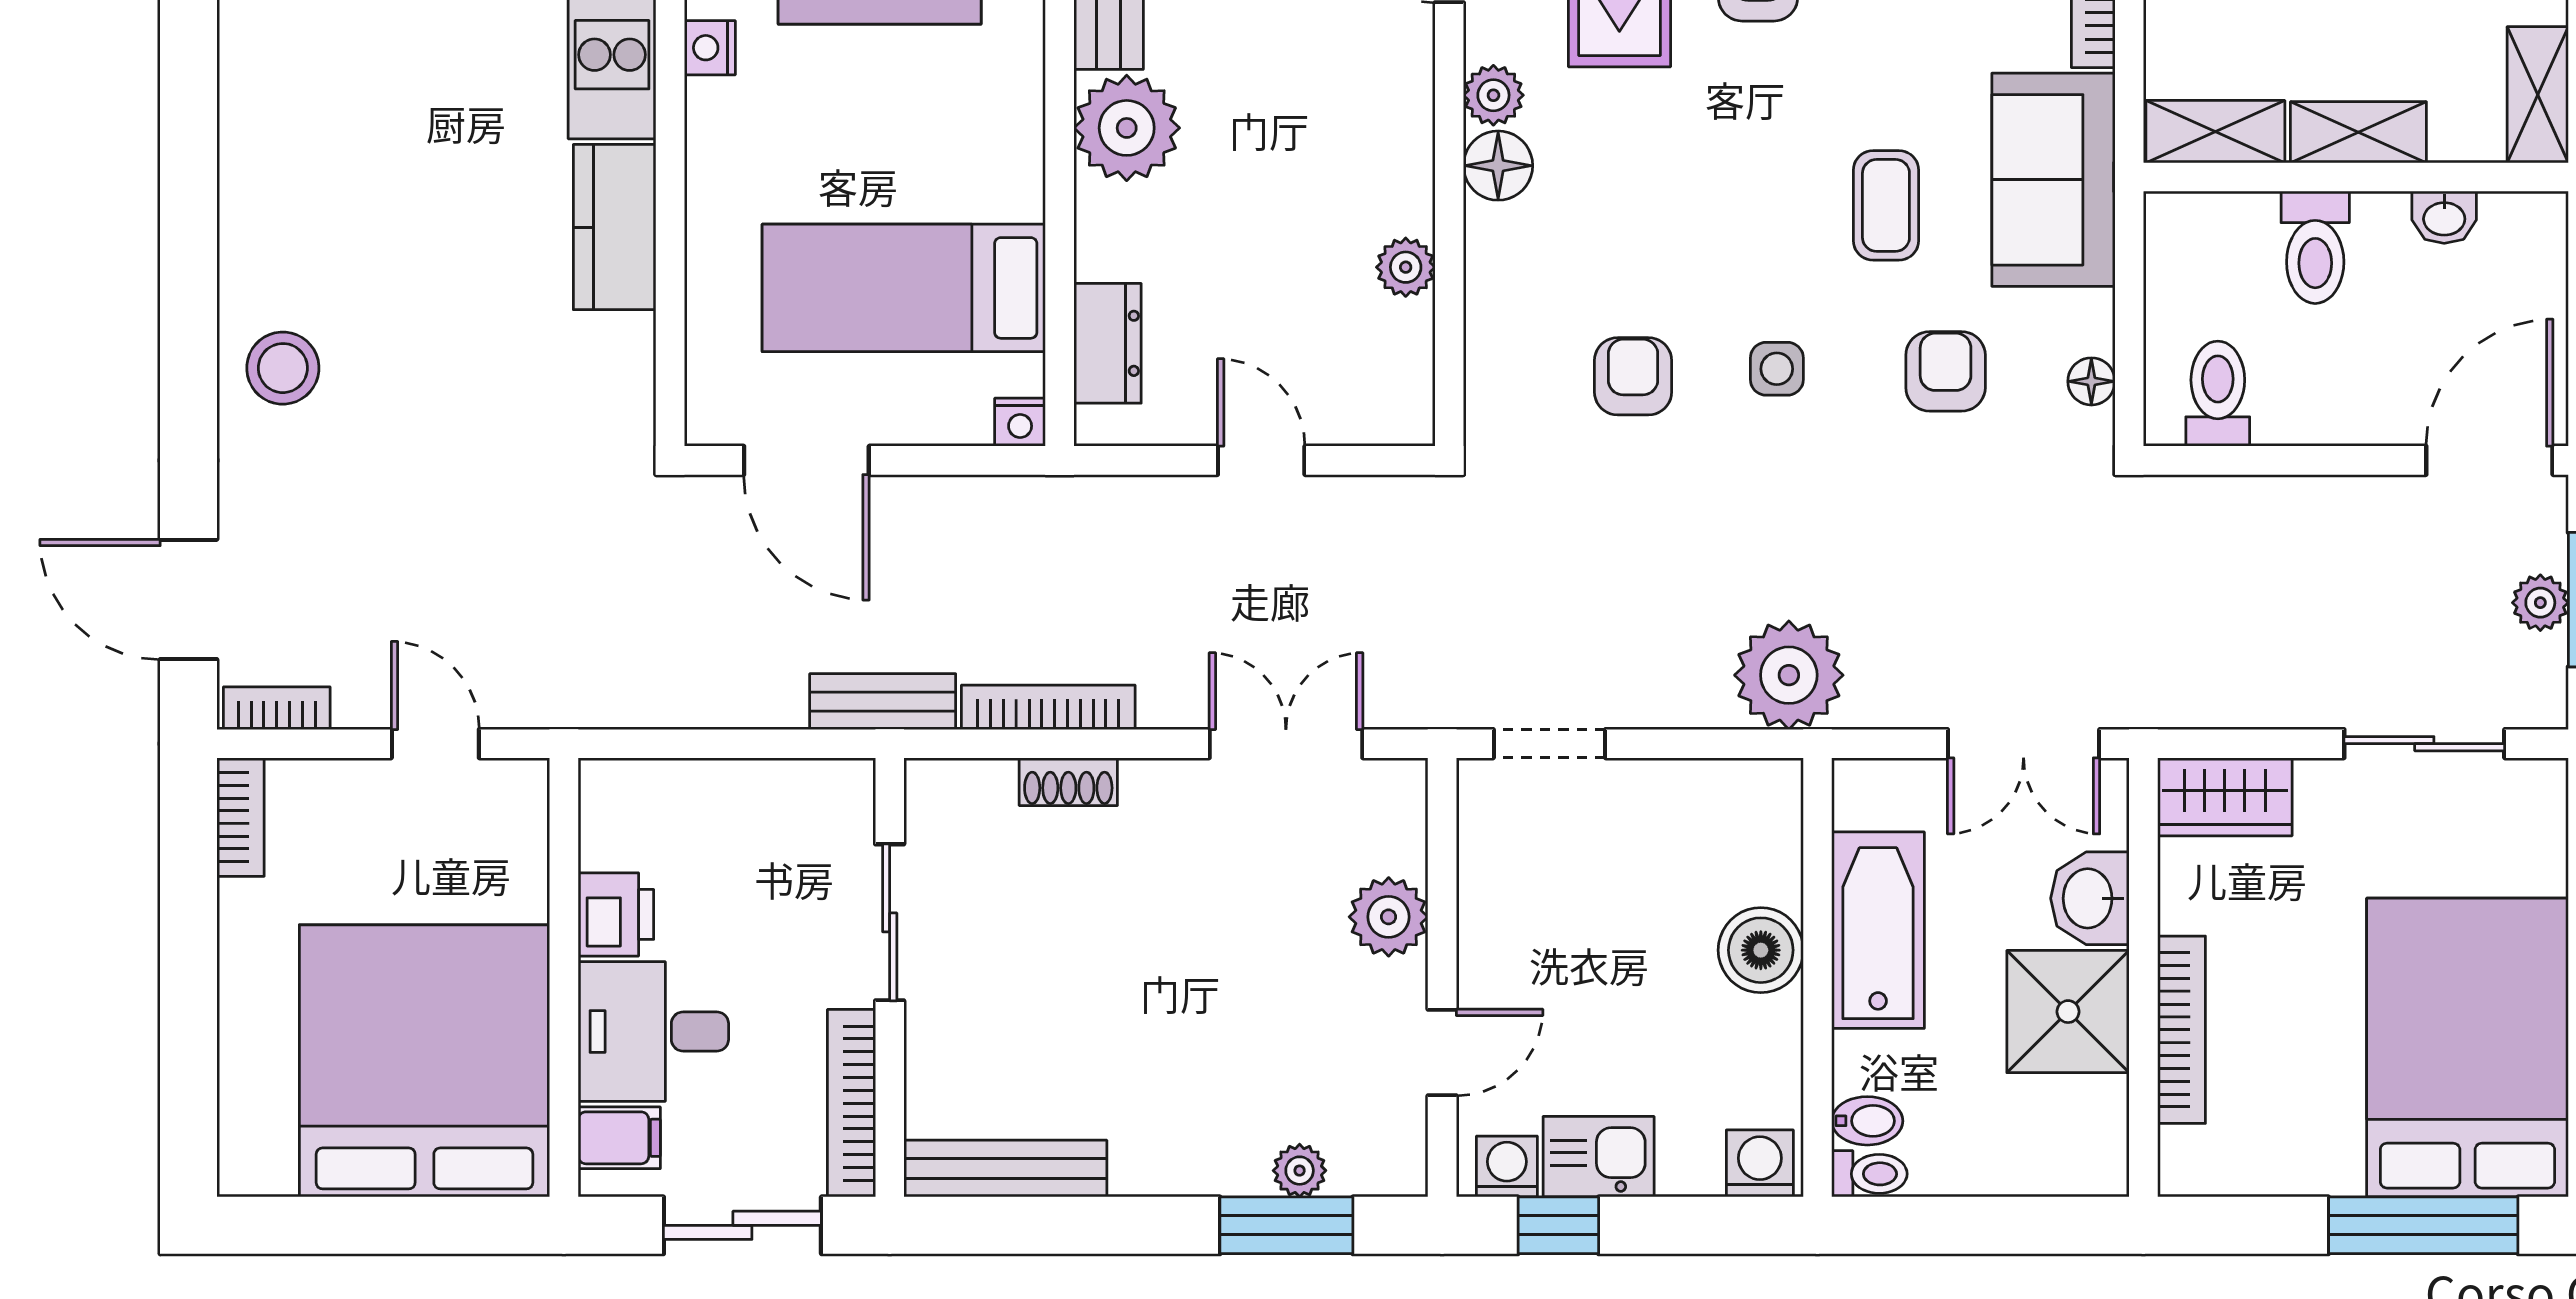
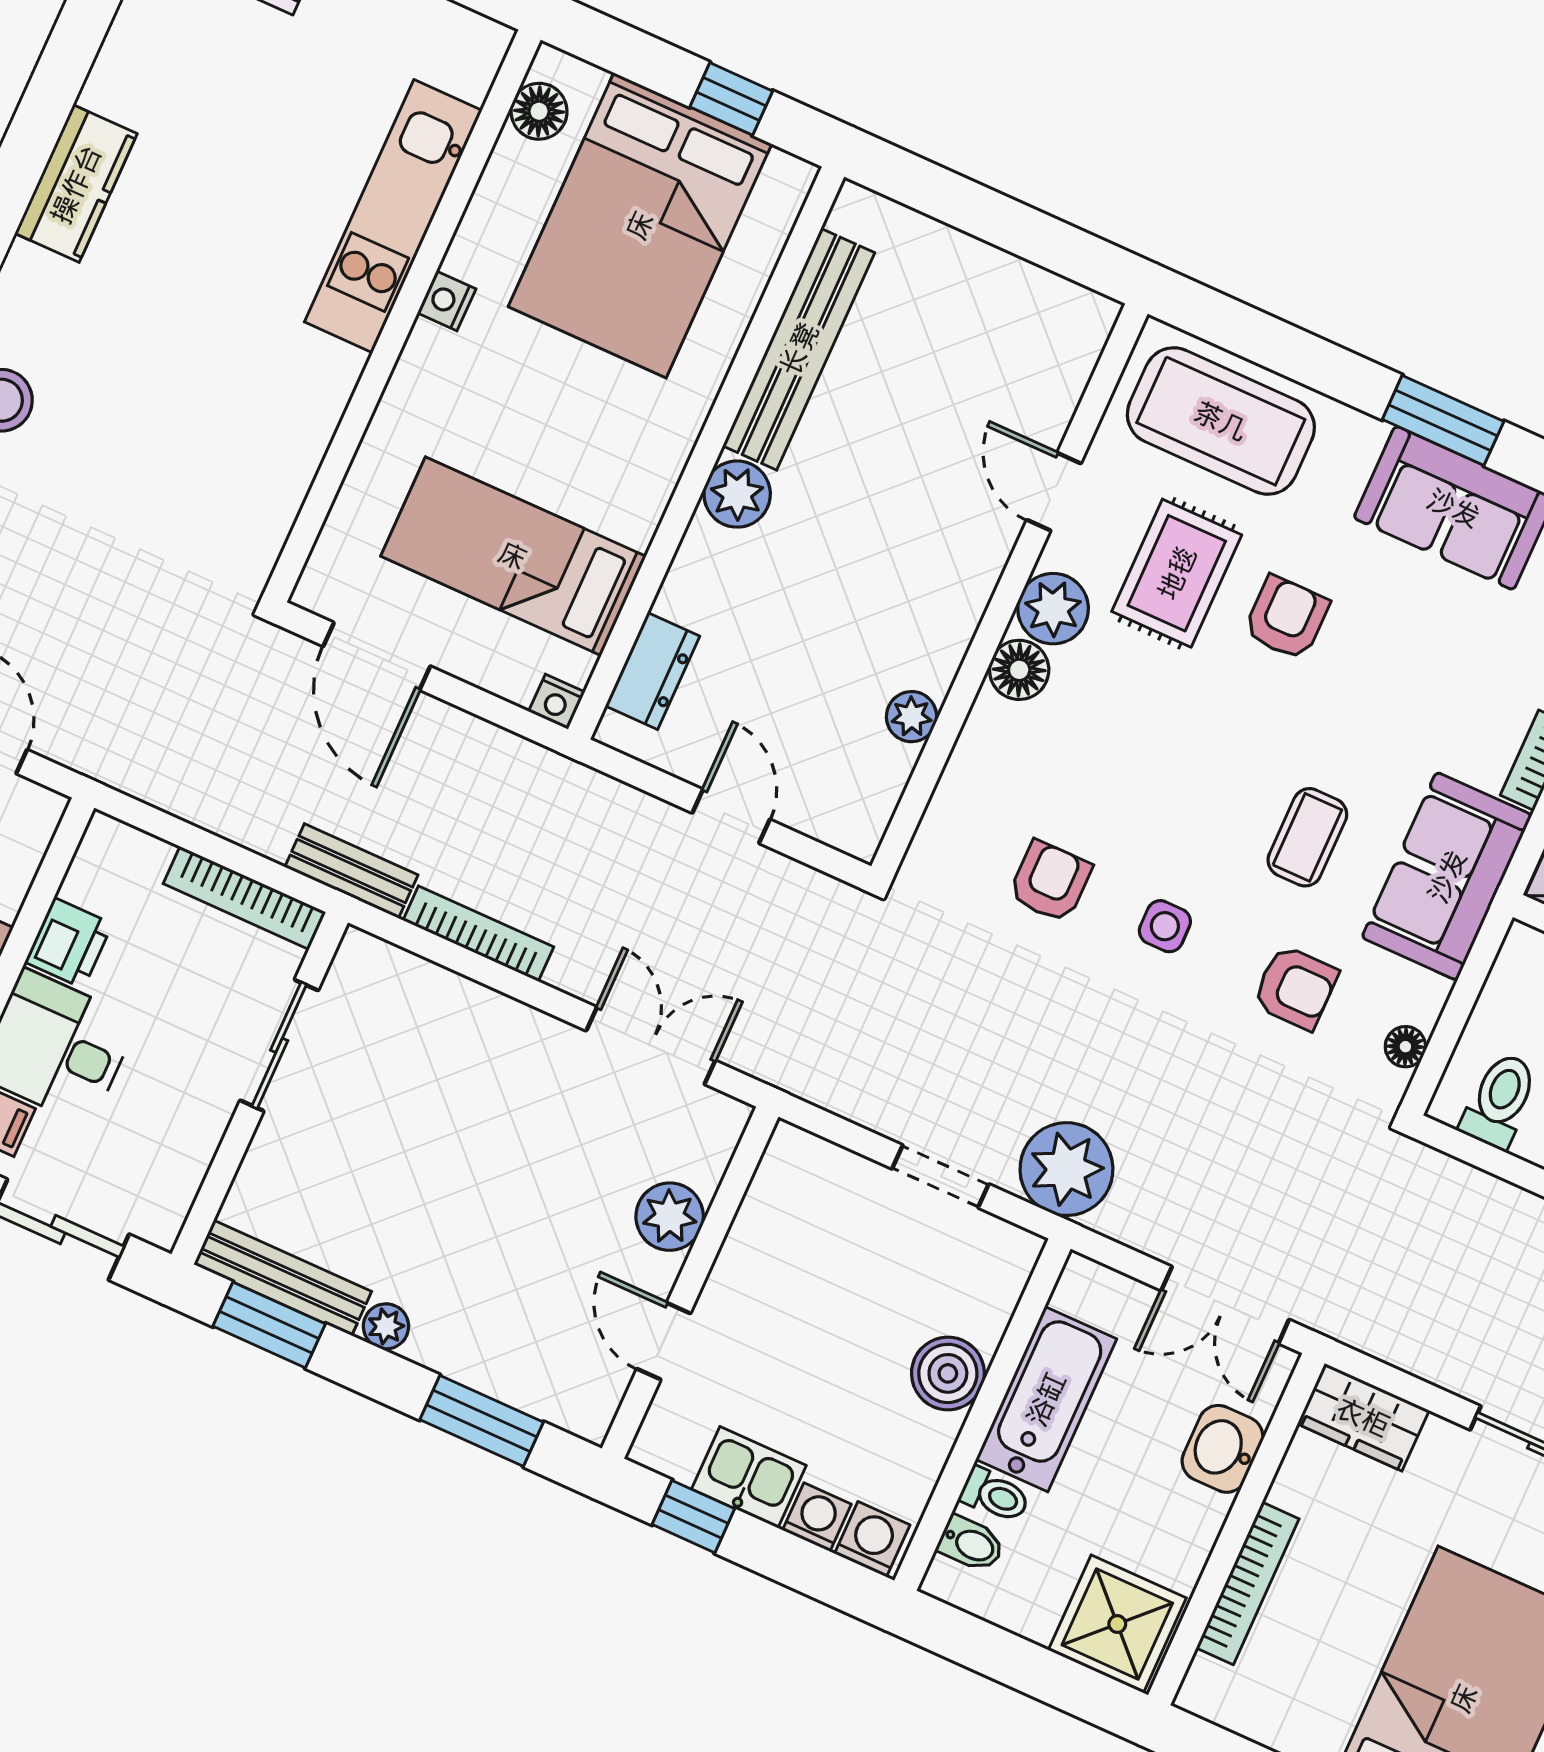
plant: (1493, 95) -> (1053, 609), width x1.38, depth x1.38
plant: (1127, 128) -> (737, 494), width x0.73, depth x0.73
kitchen counter: (615, 227) -> (76, 184), moved, turned 180
armchair: (1946, 371) -> (1295, 988), turned 90
doorway: (1549, 744) -> (940, 1176), moved
shoe rack: (1068, 782) -> (468, 999), removed
shower: (2068, 1012) -> (1117, 1624), moved
door: (1442, 1053) -> (664, 1341), swing flipped
bookcase: (851, 1103) -> (244, 898), moved, turned -90
washing machine: (1507, 1167) -> (817, 1517), moved
plant: (1300, 1171) -> (386, 1326), moved
toilet: (1869, 1174) -> (995, 1495), moved
window: (1014, 1225) -> (269, 1325), added

